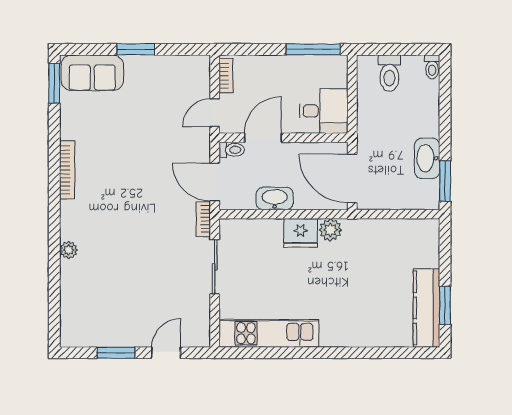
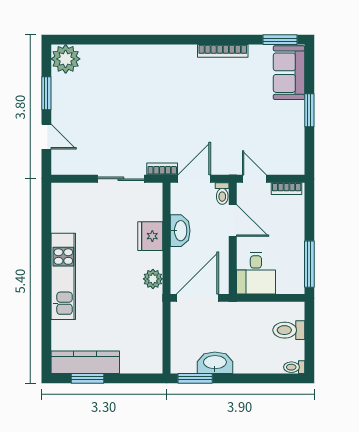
bookcase: (67, 170) -> (223, 51), moved
fridge: (301, 233) -> (150, 236), moved
plant: (69, 250) -> (66, 59), moved, width x1.88, depth x1.88
kitchen unit: (269, 333) -> (63, 276), moved

